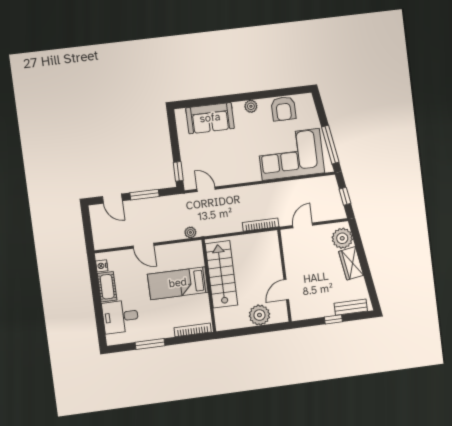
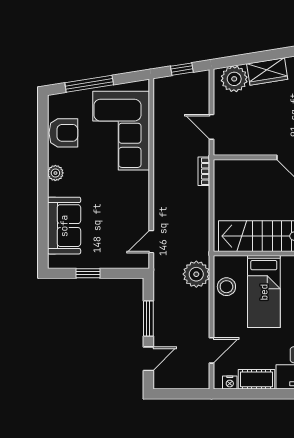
window: (330, 145) -> (89, 84), moved
window: (178, 171) -> (88, 273), moved
bookcase: (261, 225) -> (204, 171), width x0.64
plant: (190, 232) -> (196, 274), width x1.88, depth x1.88
door: (143, 246) -> (211, 350), moved
stool: (178, 253) -> (226, 287), added

